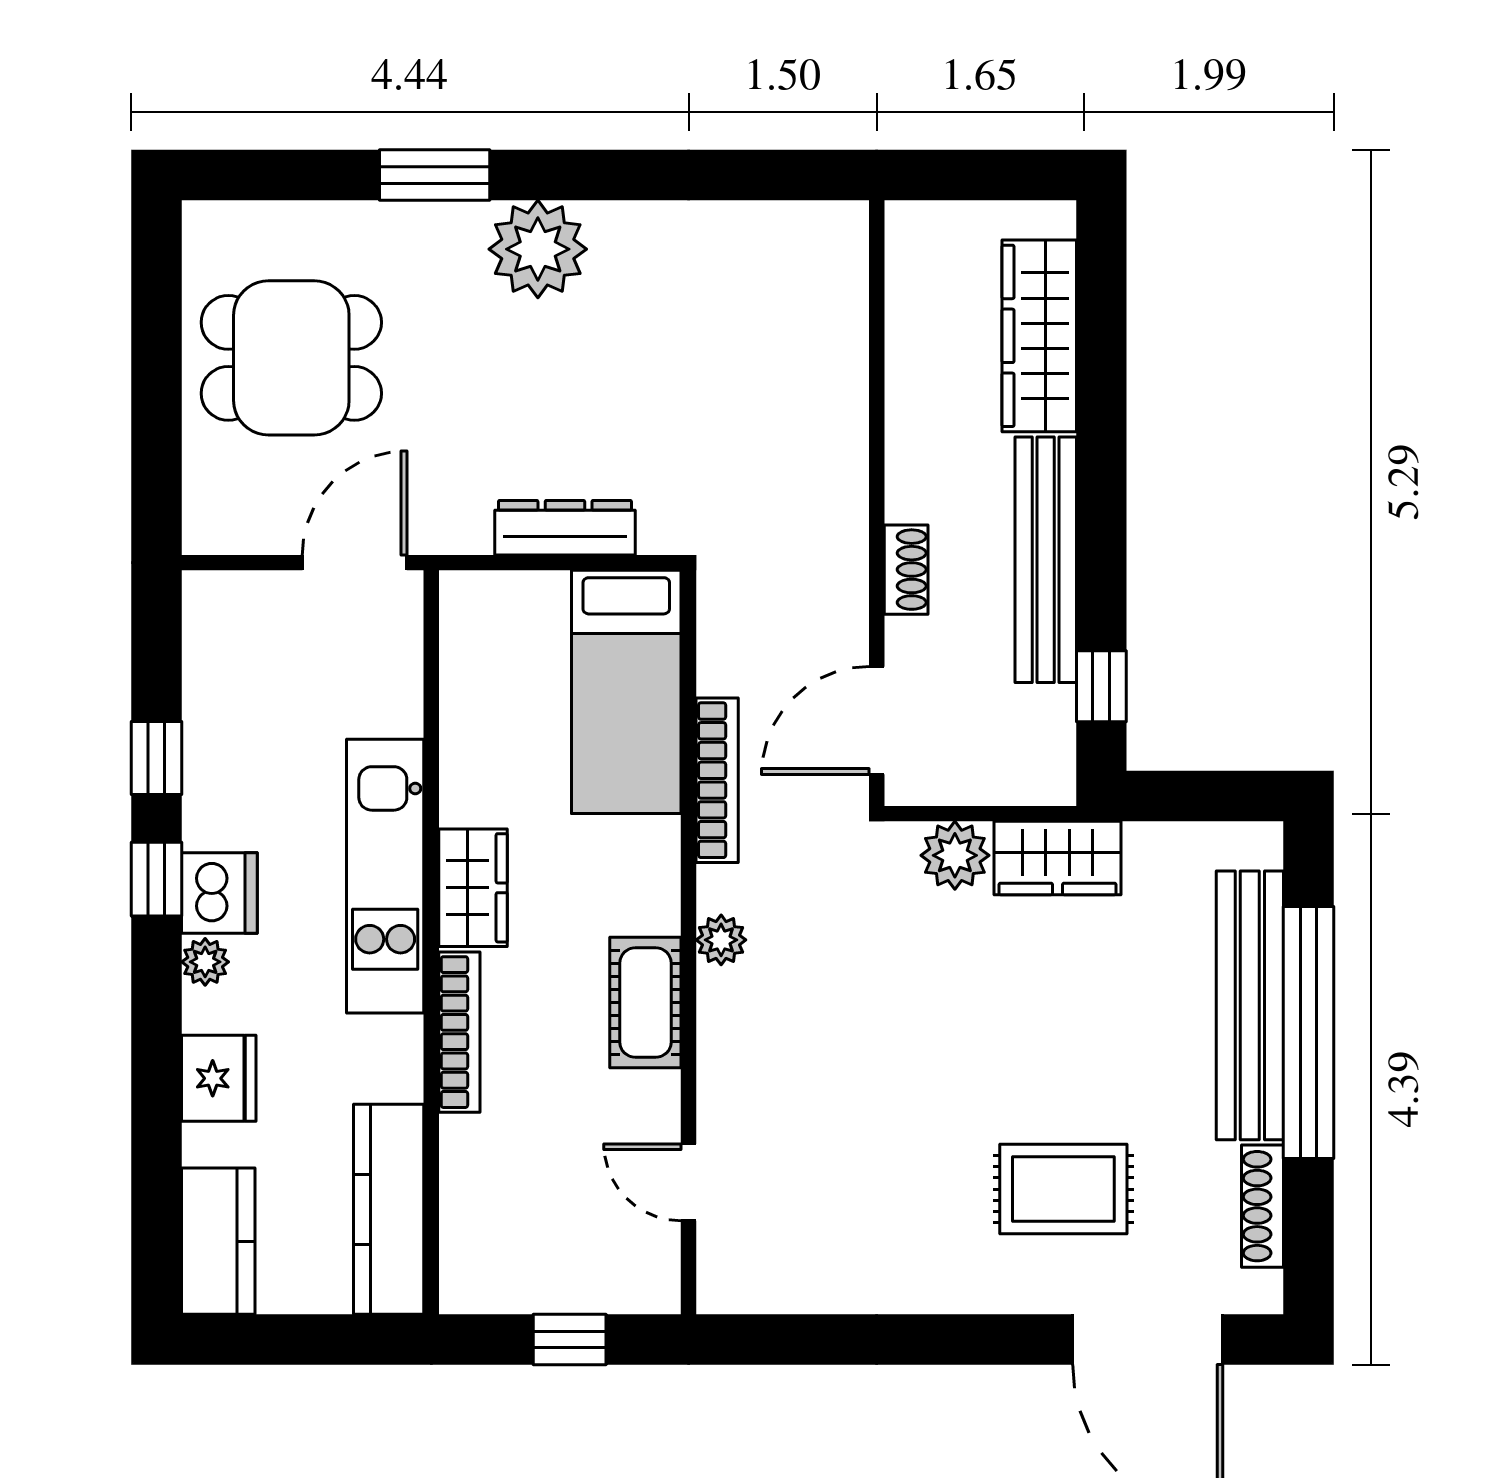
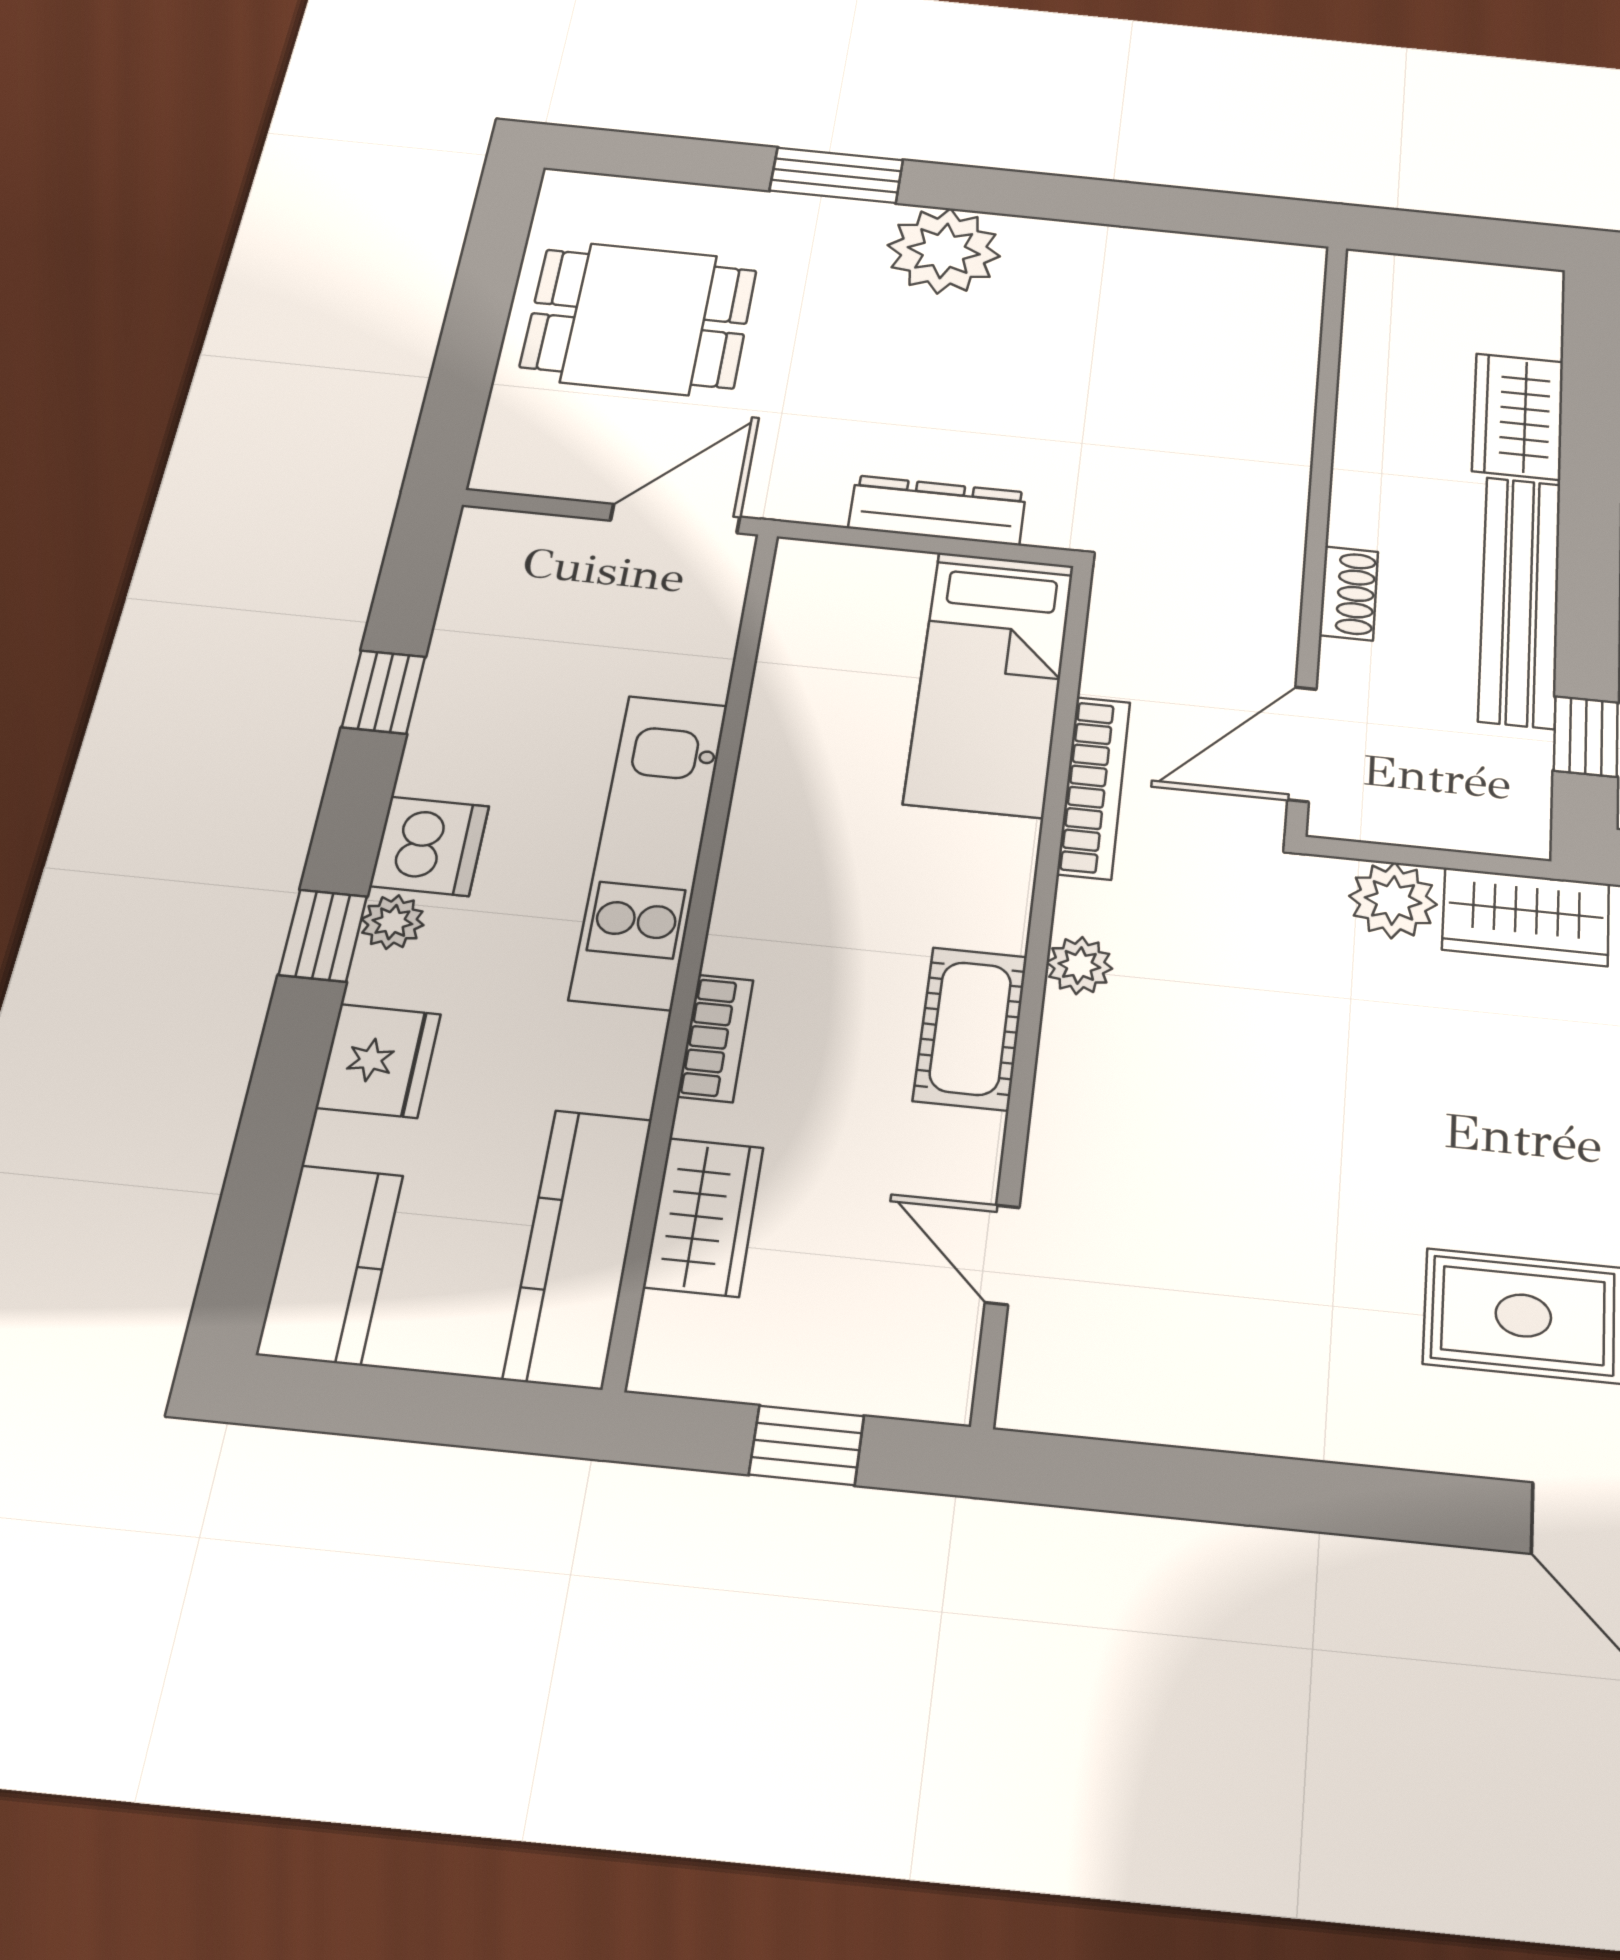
wardrobe: (1039, 336) -> (1518, 416), width x0.67
window: (156, 879) -> (323, 936), moved
wardrobe: (473, 888) -> (704, 1217), moved
bookcase: (459, 1032) -> (715, 1038), width x0.64

